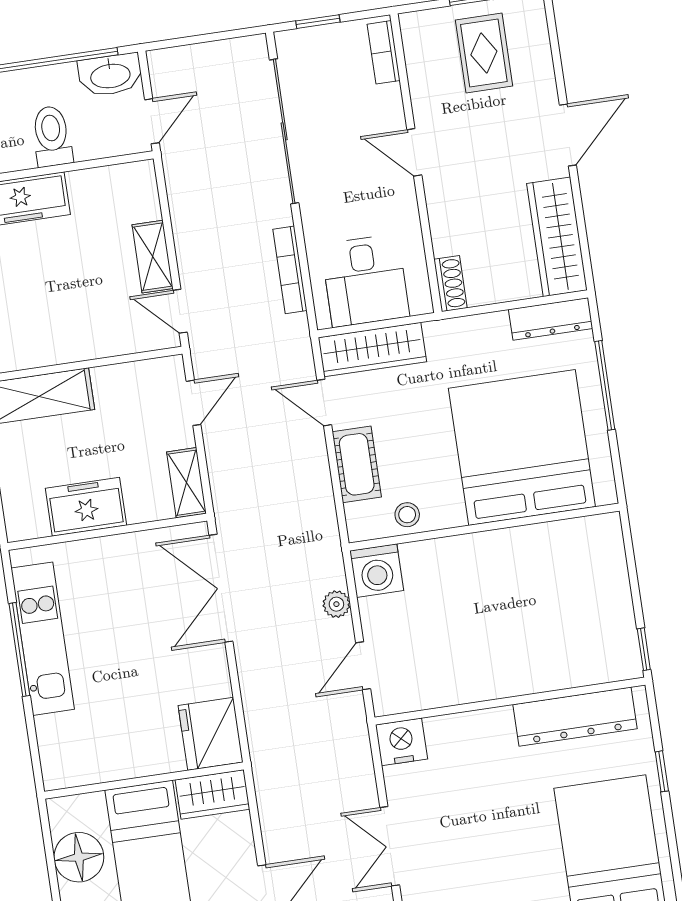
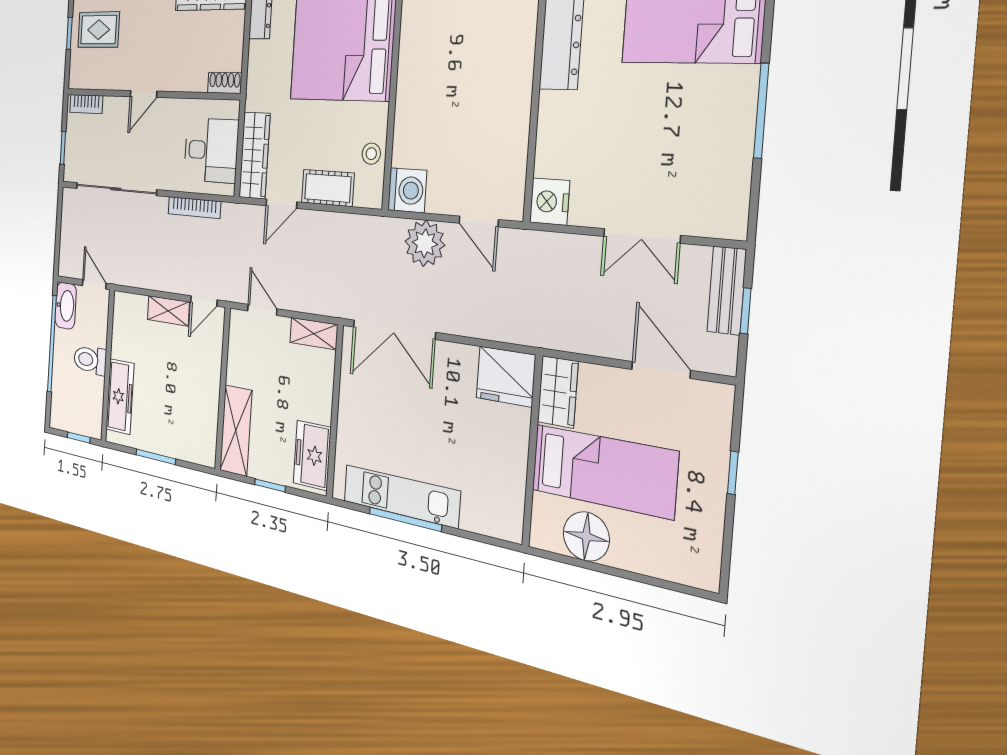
freezer: (86, 507) -> (312, 455), moved
plant: (336, 604) -> (425, 243), width x1.88, depth x1.88

